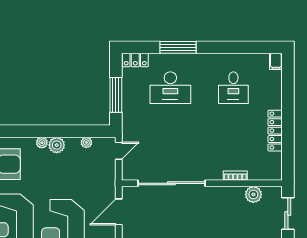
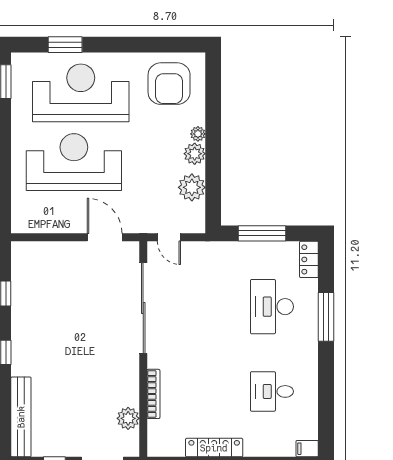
plant: (86, 142) -> (192, 187), width x1.87, depth x1.87
door: (119, 151) -> (169, 237), moved
bookcase: (235, 176) -> (153, 394), width x1.56

